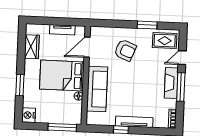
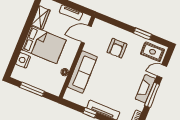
armchair: (125, 50) -> (117, 48), turned 68
bed: (62, 76) -> (44, 45), moved, turned 180
window: (20, 85) -> (19, 46), removed
nightstand: (29, 115) -> (23, 60), moved
window: (62, 127) -> (32, 89), moved

